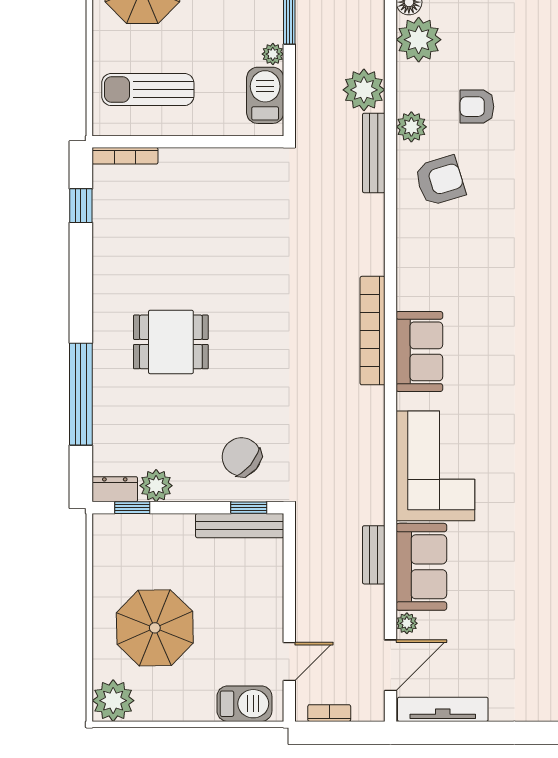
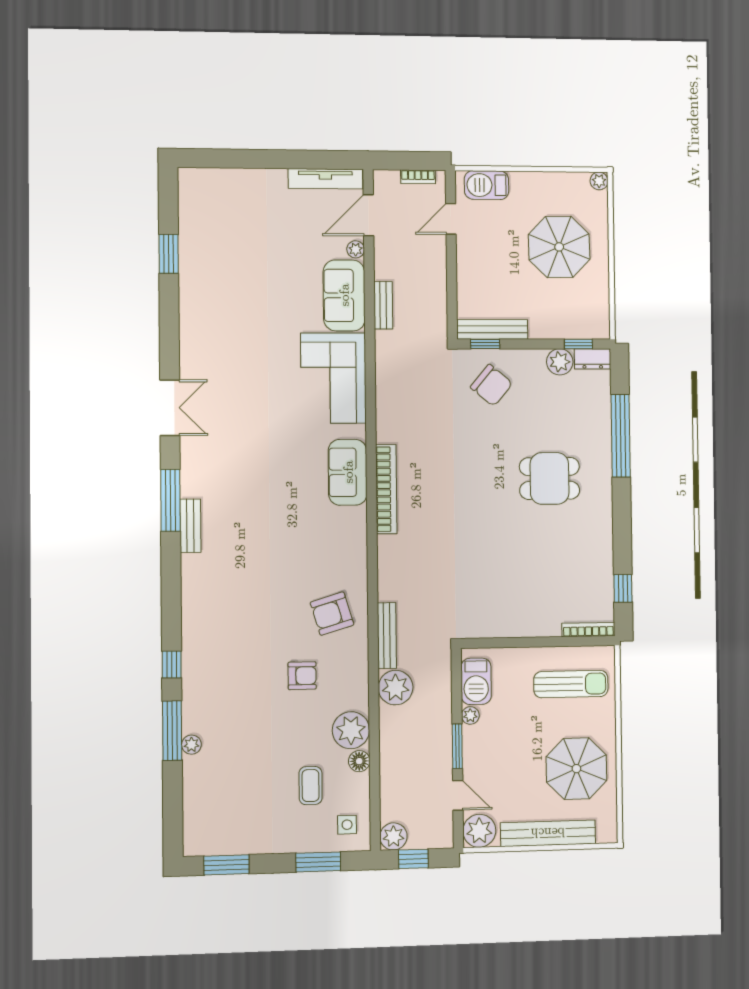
plant: (411, 127) -> (356, 658), removed
plant: (113, 701) -> (599, 181), width x0.53, depth x0.53

